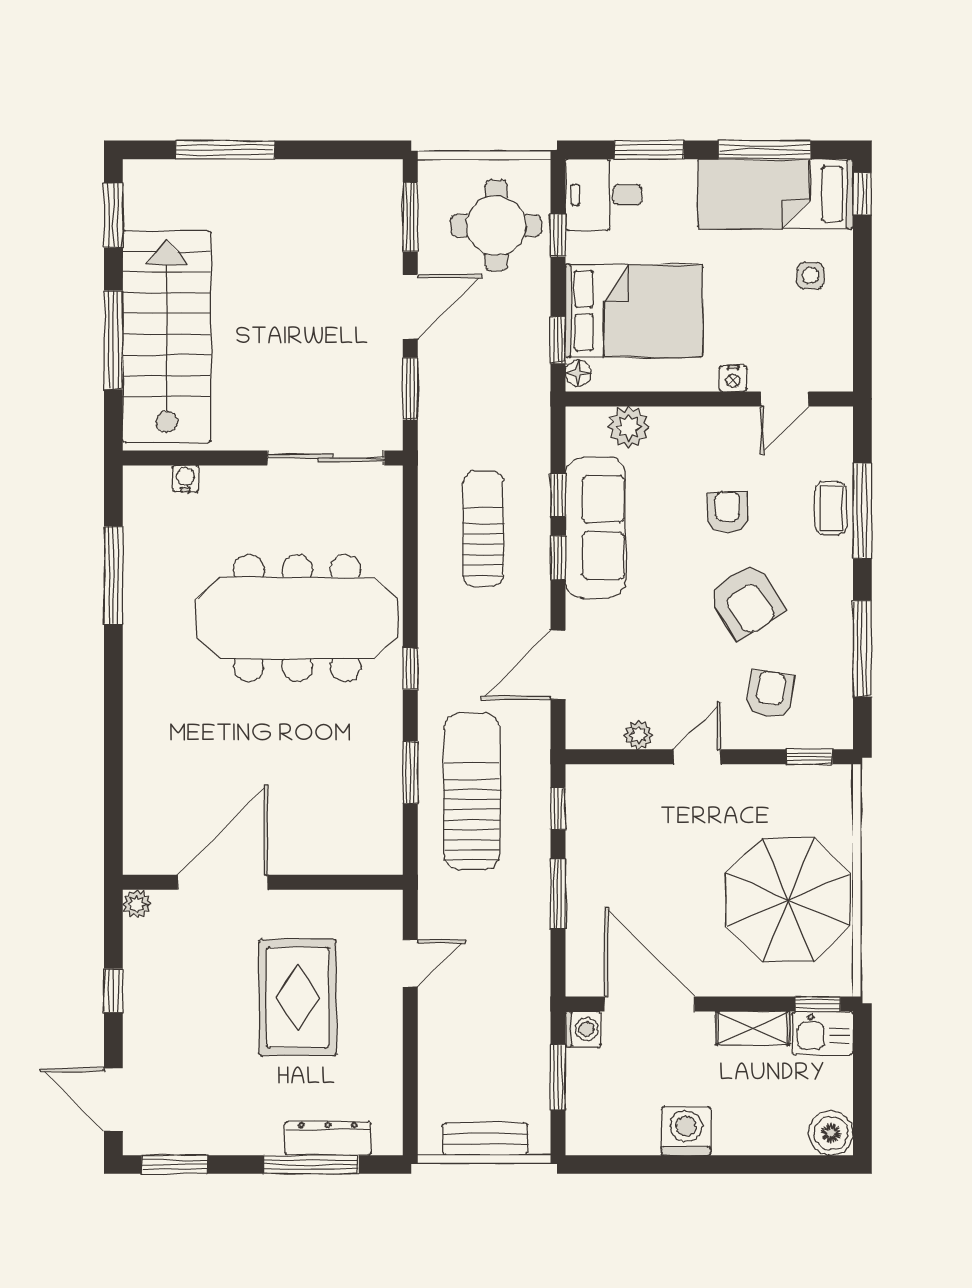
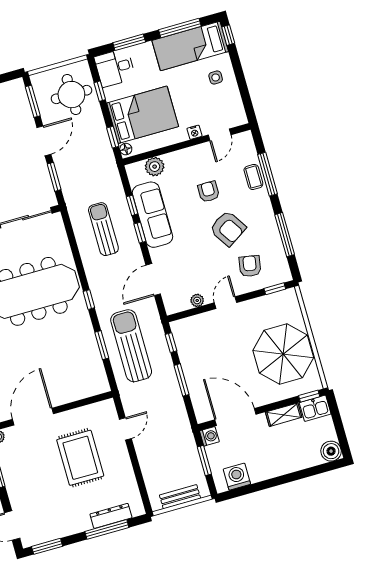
washing machine: (686, 1131) -> (237, 477), moved

